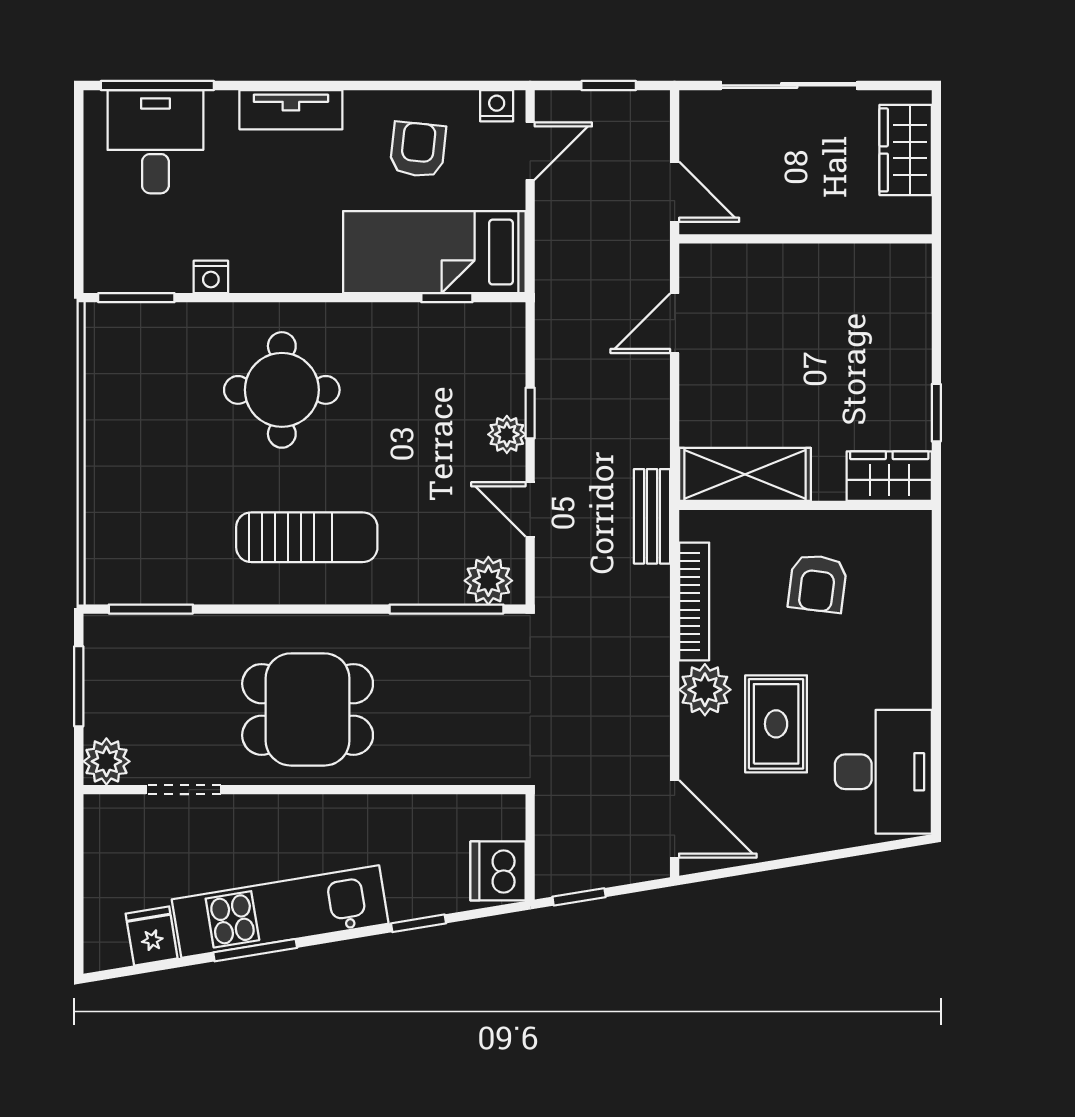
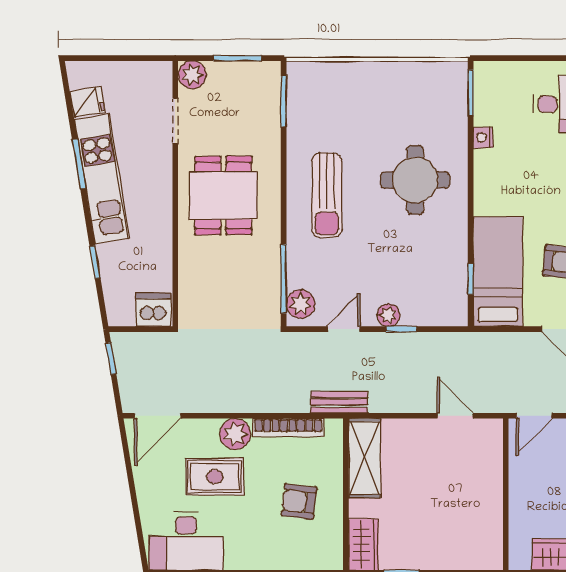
dishwasher: (498, 871) -> (153, 310), moved

